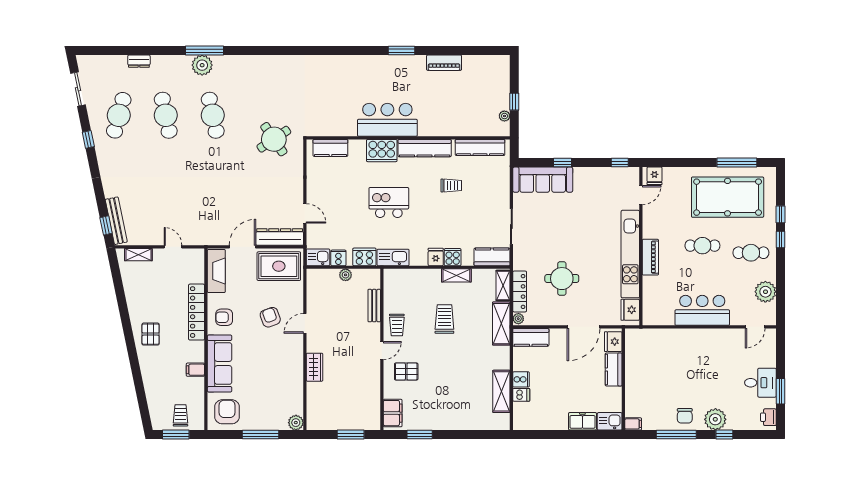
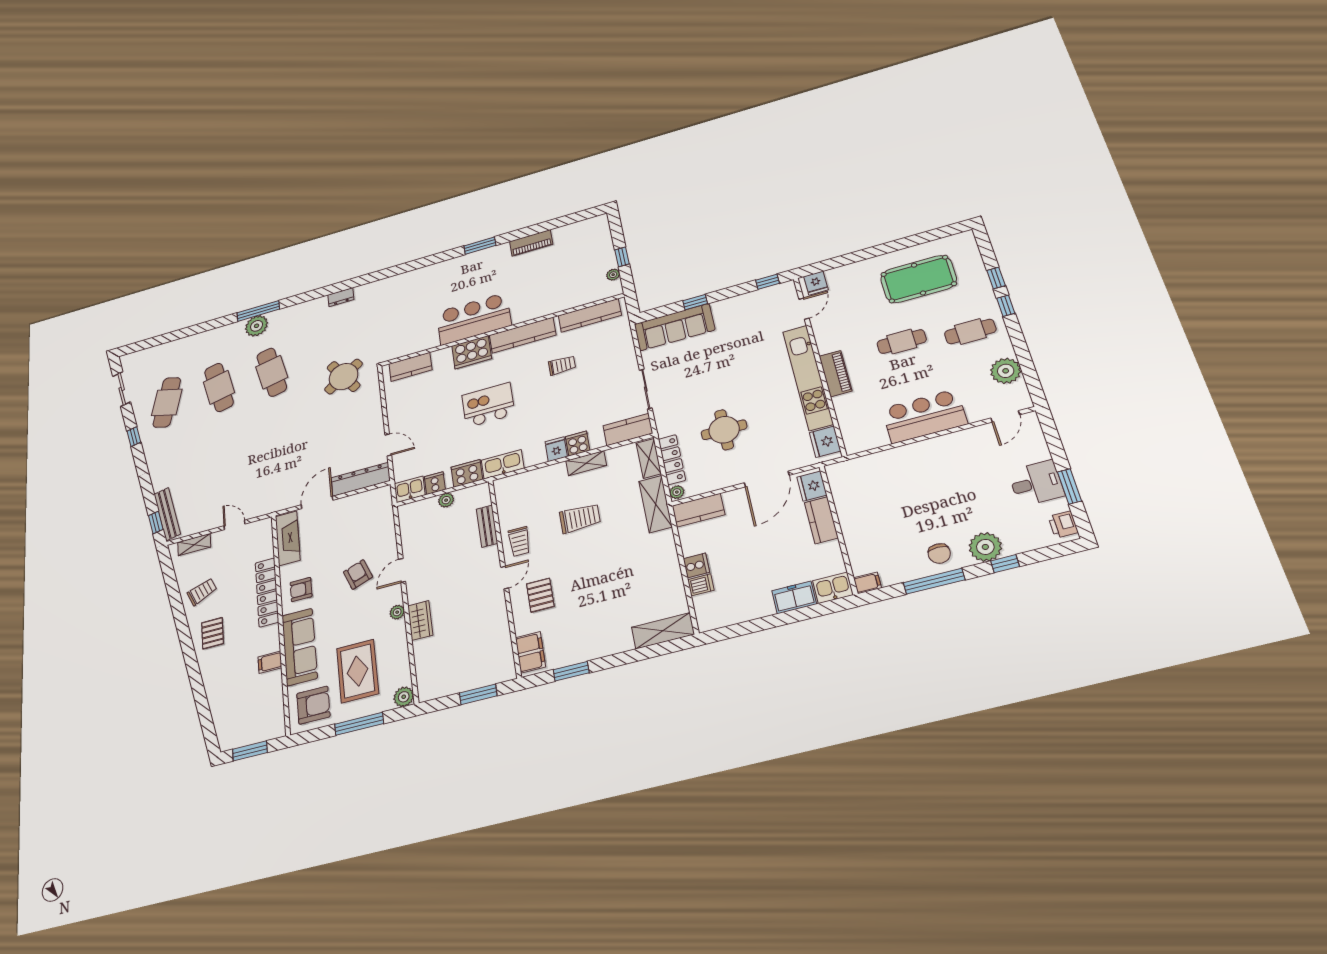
dresser: (139, 61) -> (341, 297), moved
window: (737, 163) -> (919, 239), removed
pool table: (728, 197) -> (919, 279), width x0.73, depth x0.76
rug: (279, 266) -> (358, 671), moved, turned 90
trolley: (444, 319) -> (580, 518), turned 90
plant: (298, 356) -> (397, 612), added
pallet: (406, 372) -> (540, 595), turned 90
shelving: (501, 391) -> (663, 631), moved, turned 90
armchair: (227, 412) -> (313, 705), turned 90
trolley: (180, 415) -> (202, 592), moved, turned 67

